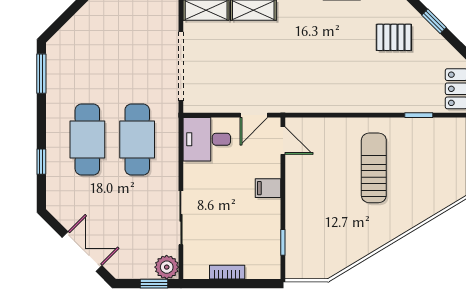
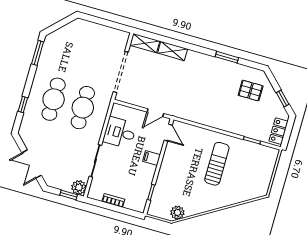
window: (434, 21) -> (283, 99), moved
desk: (207, 139) -> (120, 133), moved
double door: (82, 252) -> (32, 164), swing flipped
plant: (333, 263) -> (177, 213), added

